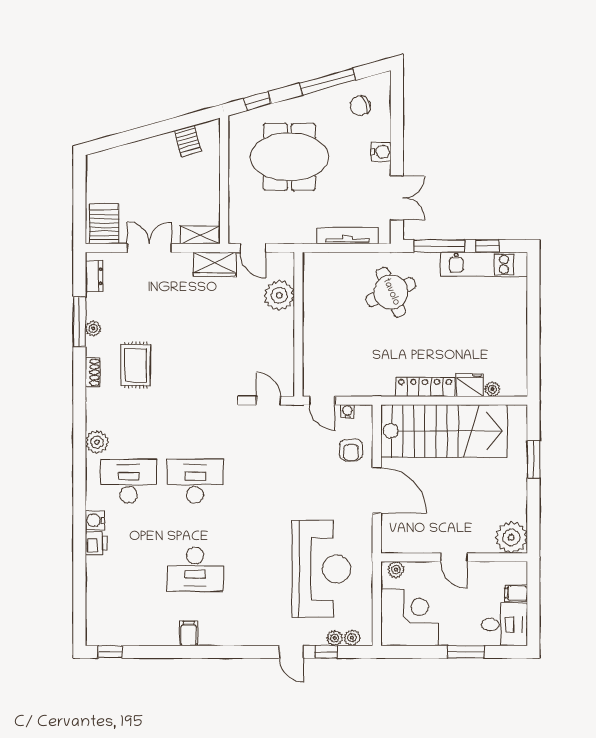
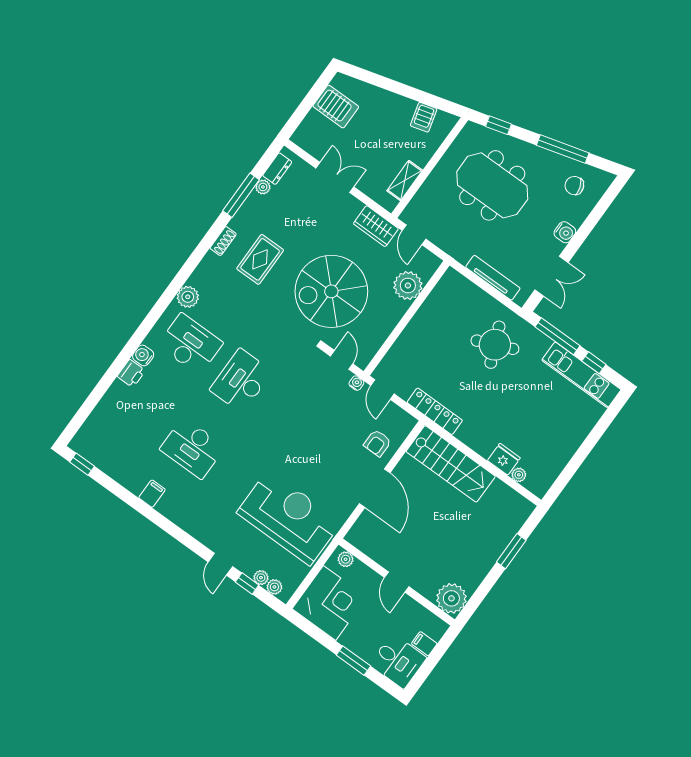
server rack: (104, 224) -> (336, 106), moved, turned 90
shelving: (200, 235) -> (405, 180), moved, turned 90
plant: (93, 328) -> (263, 187), moved
spiral stairs: (217, 348) -> (331, 291), added
locker: (425, 387) -> (435, 411), moved
water cooler: (347, 411) -> (356, 383), moved
stairs: (444, 431) -> (451, 464), width x0.73, depth x0.66
desk: (195, 481) -> (241, 381), turned -90
reception desk: (321, 569) -> (289, 517), turned -90

